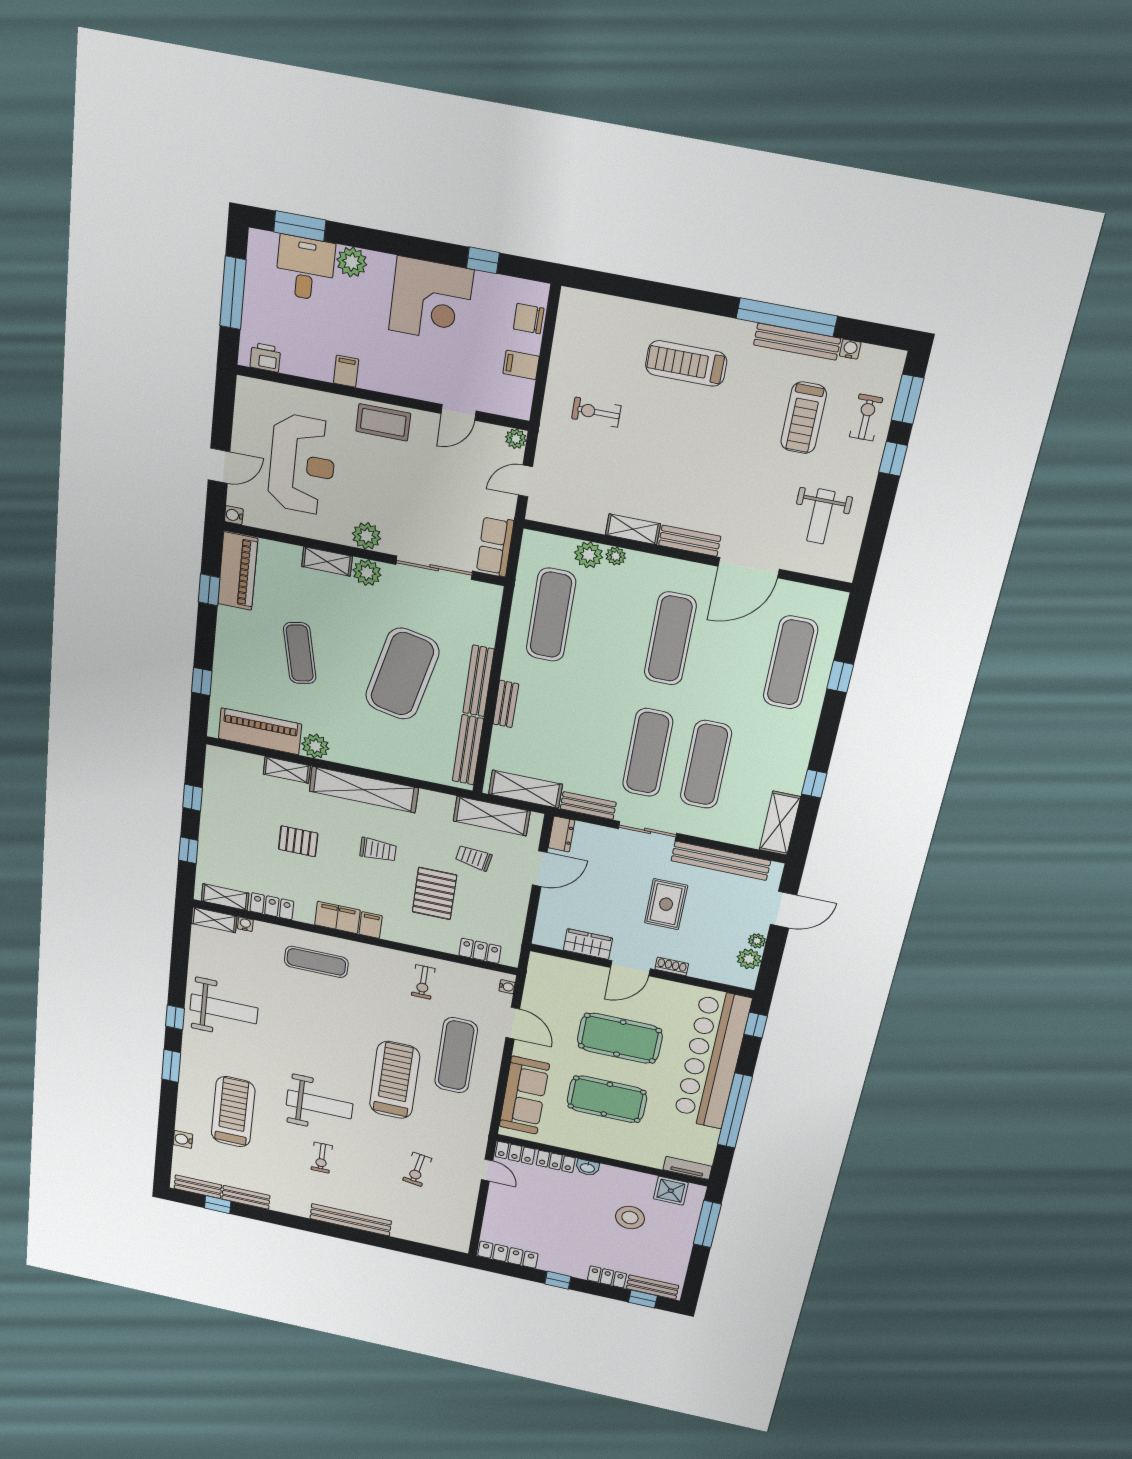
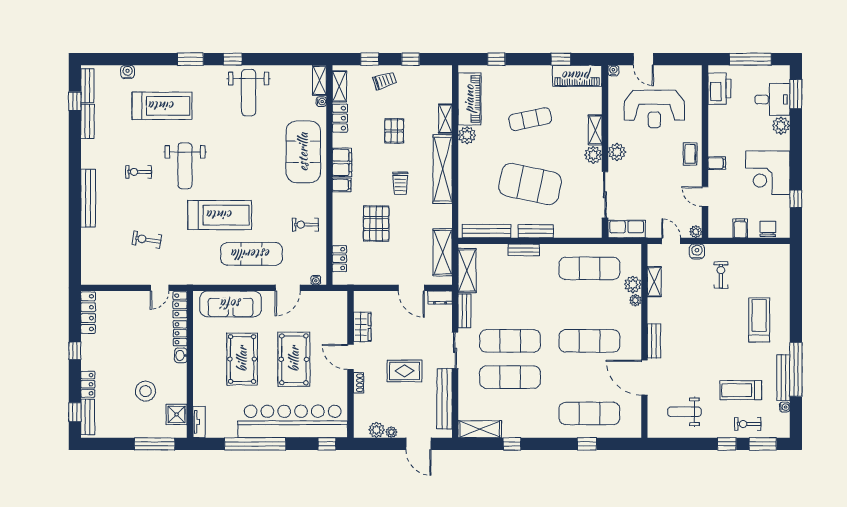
printer: (265, 357) -> (719, 89), width x1.87, depth x1.48
filing cabinet: (346, 371) -> (717, 163), moved
exercise bike: (866, 417) -> (748, 424), turned 180
coffee table: (383, 422) -> (690, 154), width x0.73, depth x0.77
water cooler: (550, 443) -> (697, 251), added
shelving: (633, 529) -> (654, 282), moved
bench: (479, 681) -> (536, 231), width x0.73
trolley: (474, 858) -> (385, 81), moved, turned 63
pallet: (434, 894) -> (376, 223), turned 90
exercise mat: (316, 962) -> (303, 152), width x2.00, depth x1.45

